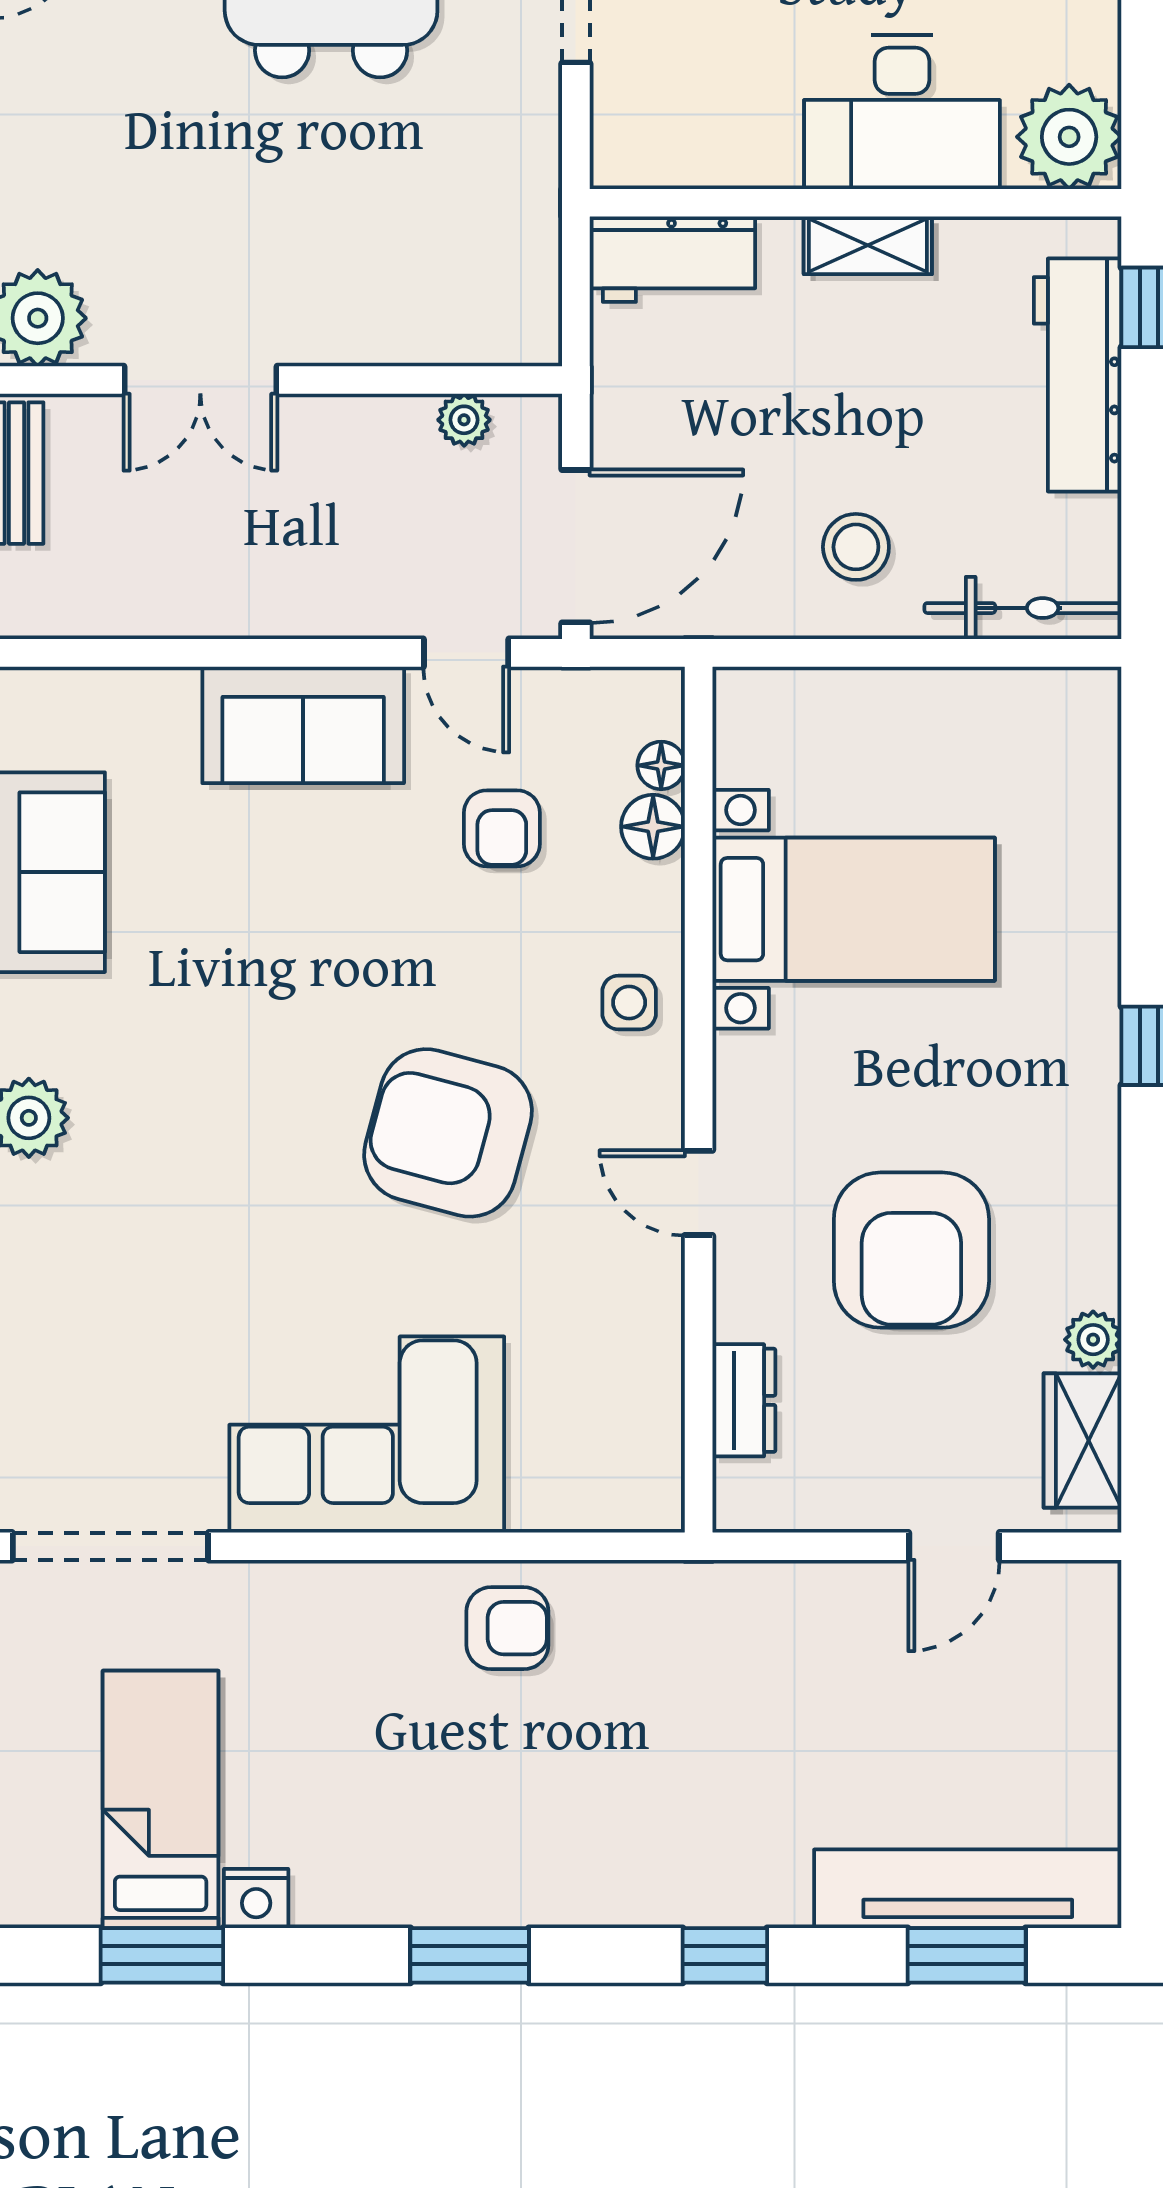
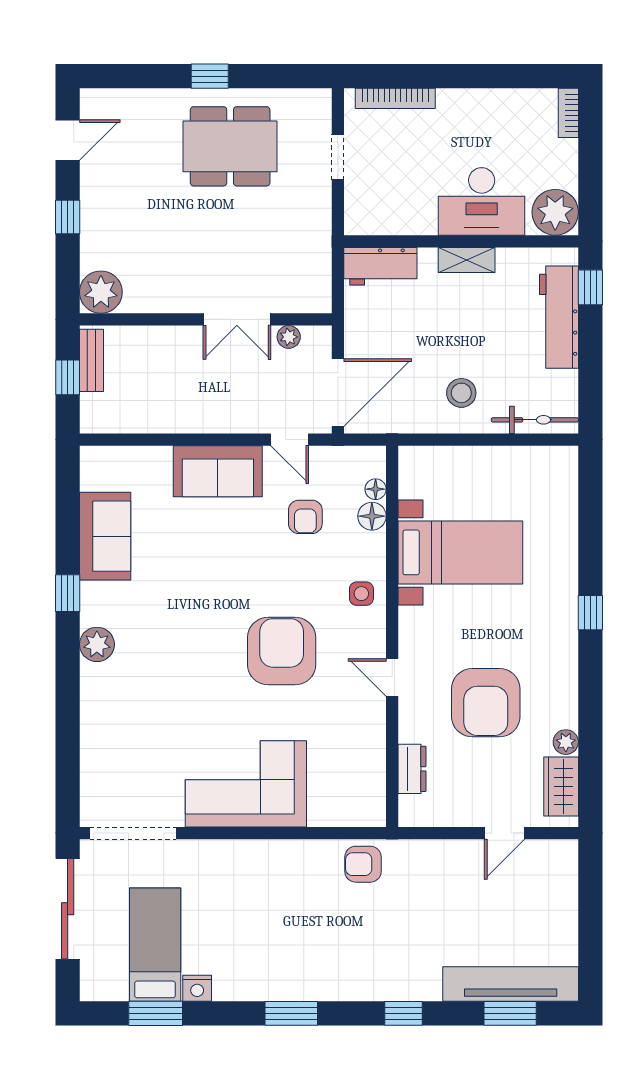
double door: (200, 380) -> (237, 319), moved
armchair: (448, 1133) -> (282, 651), turned 75
armchair: (507, 1628) -> (363, 864), moved, turned 180

